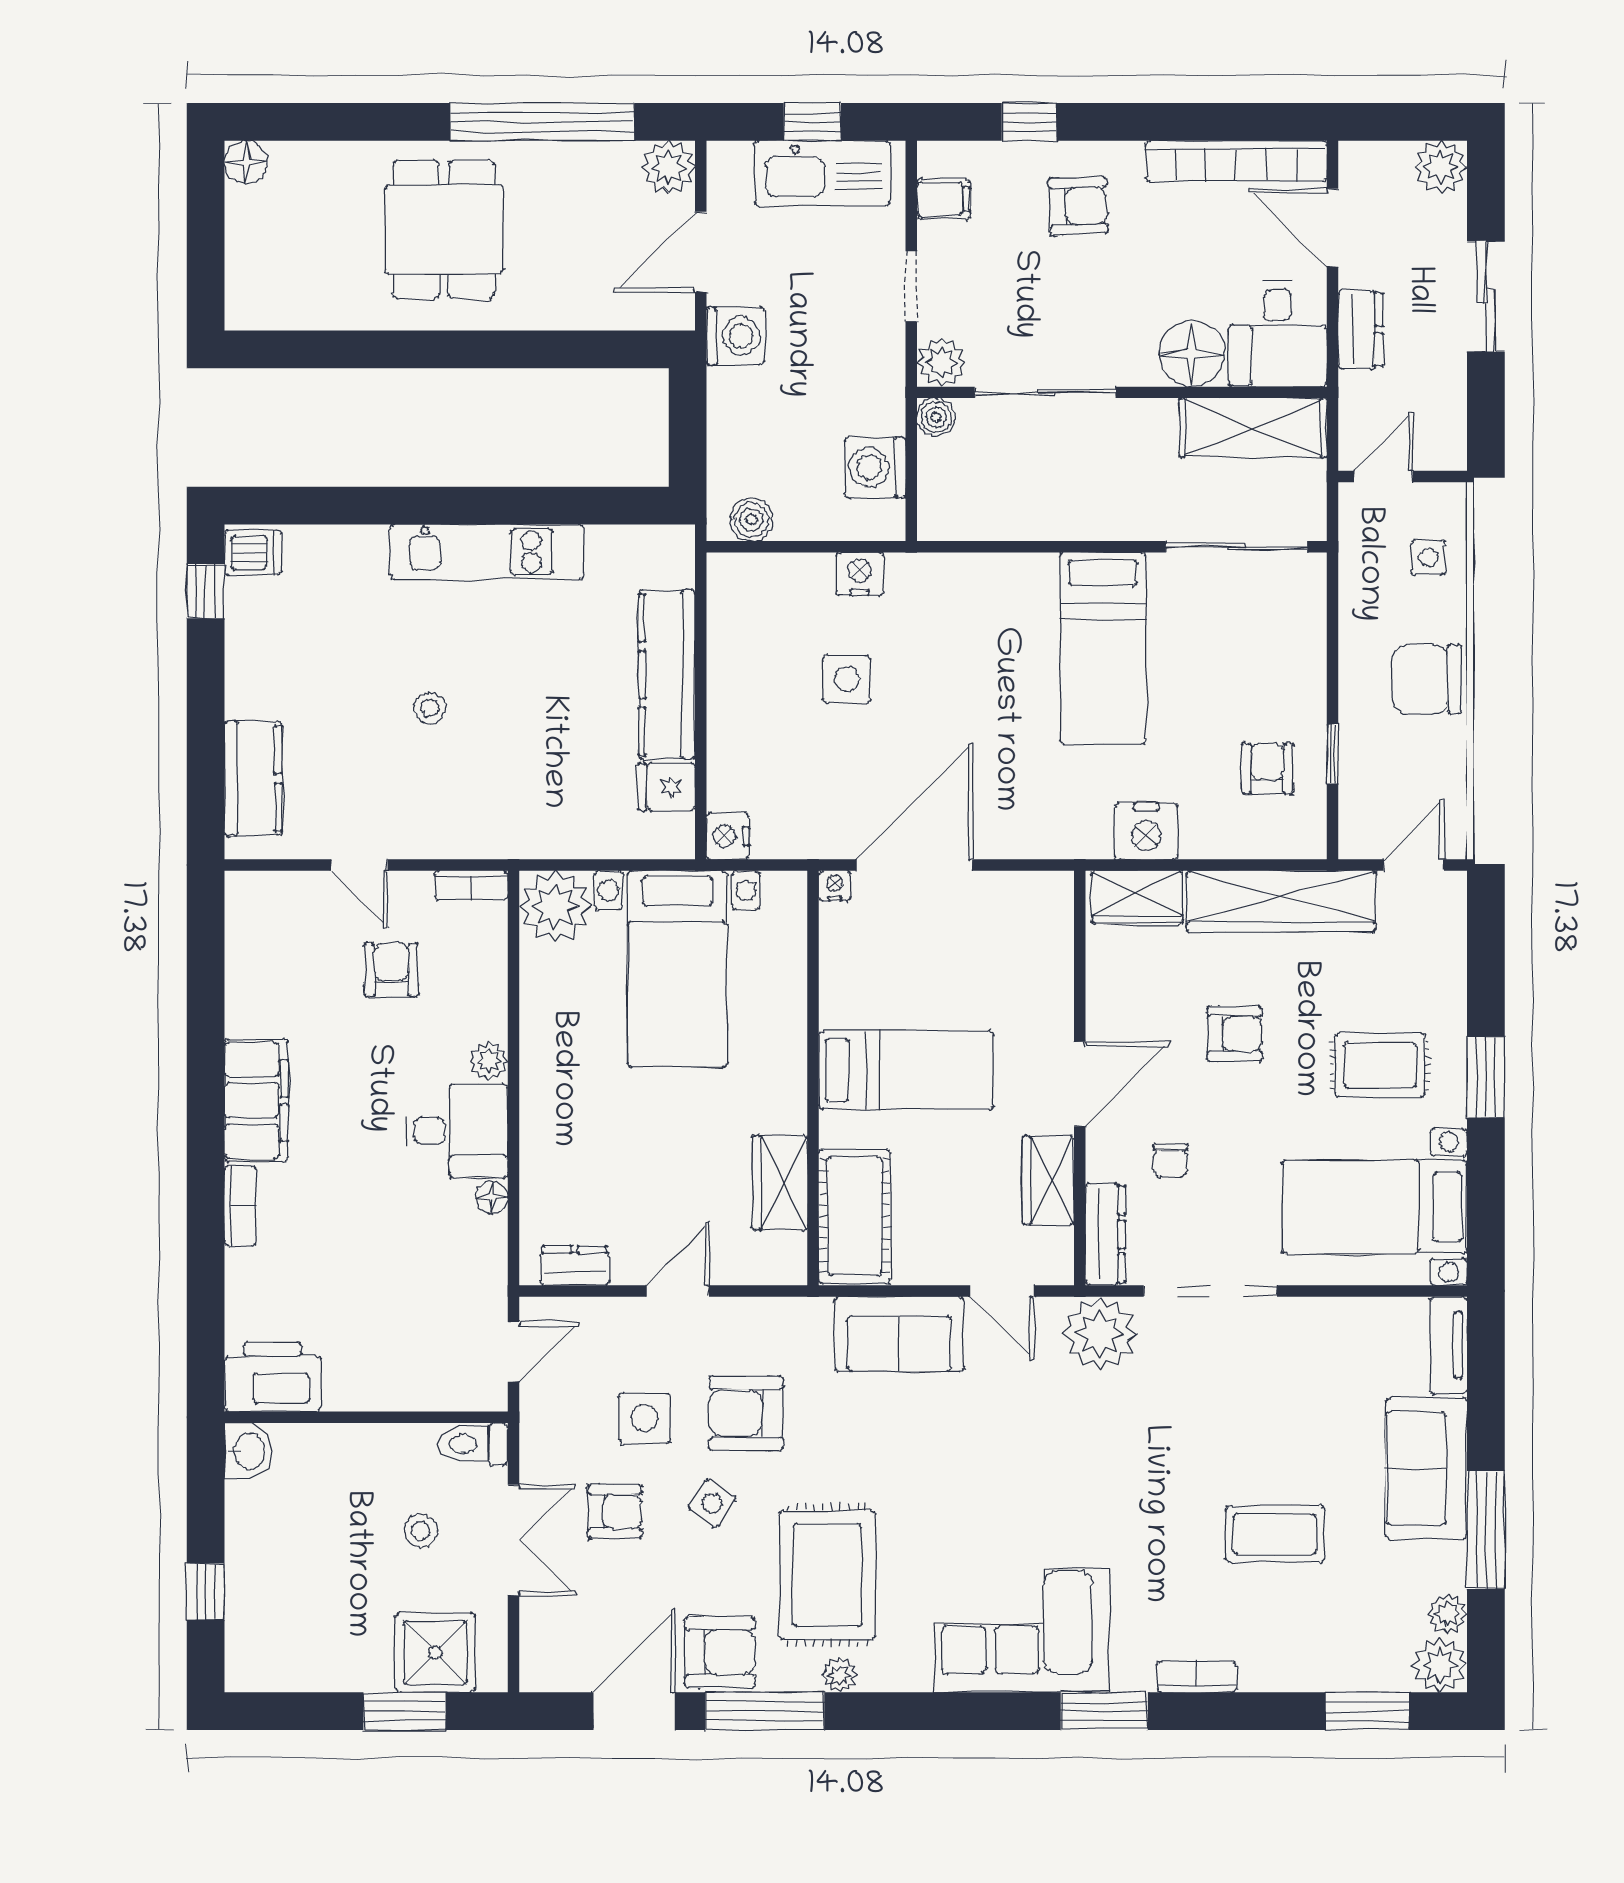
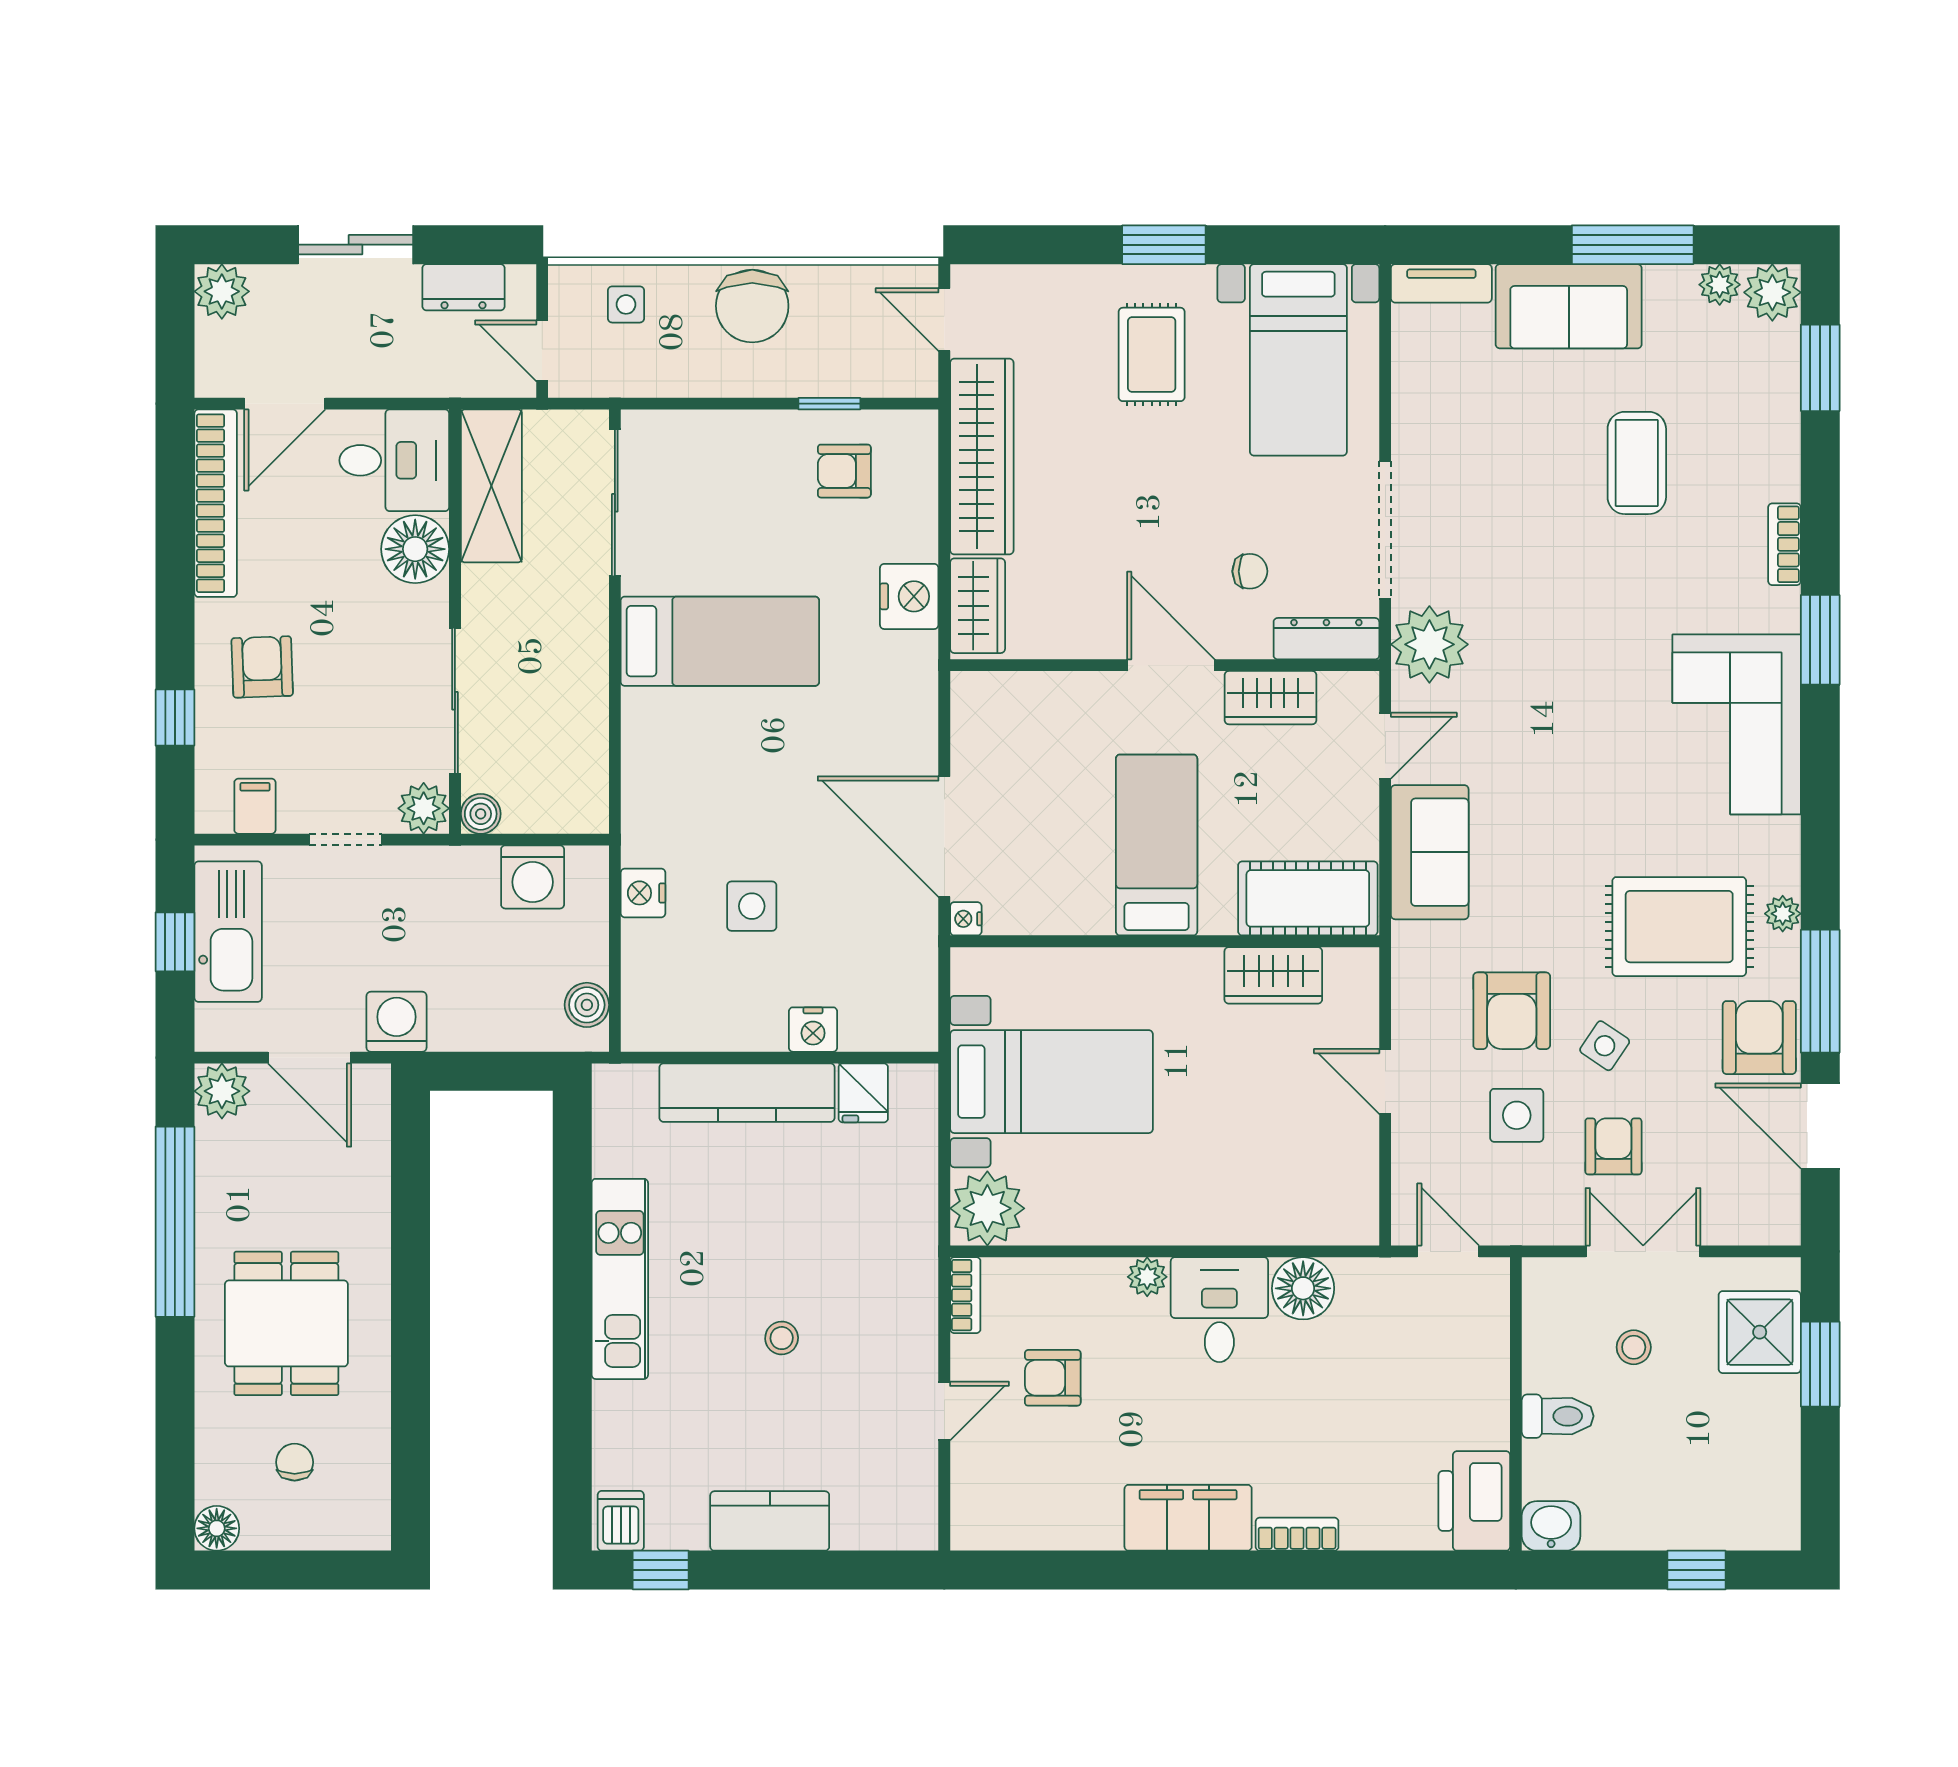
dining table: (444, 229) -> (286, 1323), turned 90
chair: (310, 237) -> (295, 1462), added
dresser: (1360, 329) -> (463, 287), moved, turned 180
kitchen counter: (253, 779) -> (770, 1521), moved
nightstand: (728, 836) -> (813, 1030), moved
armchair: (1235, 1034) -> (1119, 505), removed
floor lamp: (492, 1197) -> (1303, 1288), width x1.89, depth x1.89
dresser: (575, 1266) -> (1359, 1188), removed
toilet: (473, 1444) -> (1558, 1416), moved, turned -90

